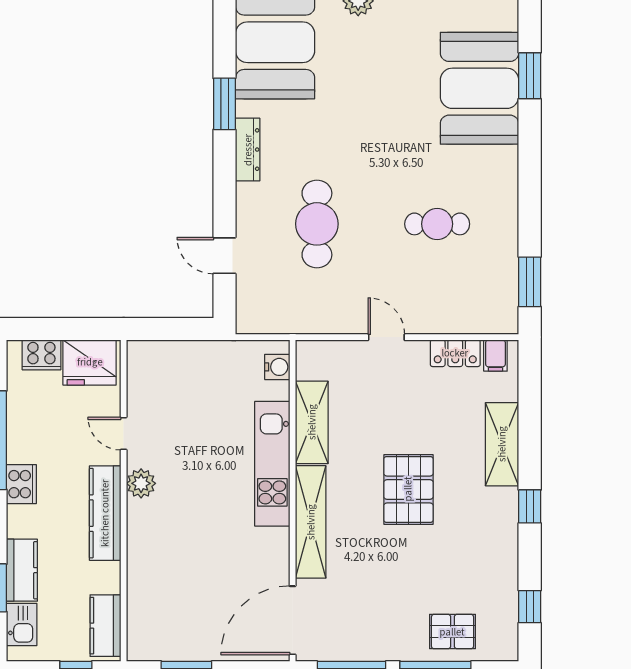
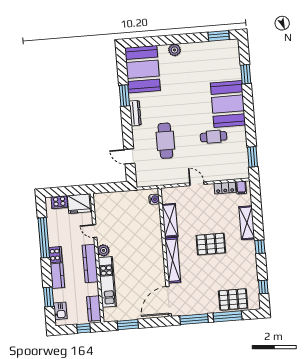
booth: (480, 88) -> (228, 104), moved
kitchen unit: (272, 464) -> (107, 282), moved, turned 180
pallet: (408, 489) -> (211, 244), turned 90
kitchen counter: (22, 570) -> (58, 276), moved
pallet: (452, 632) -> (233, 299), width x1.50, depth x1.42

